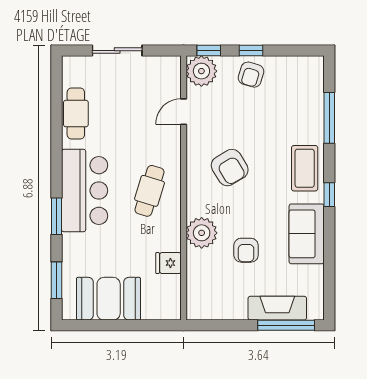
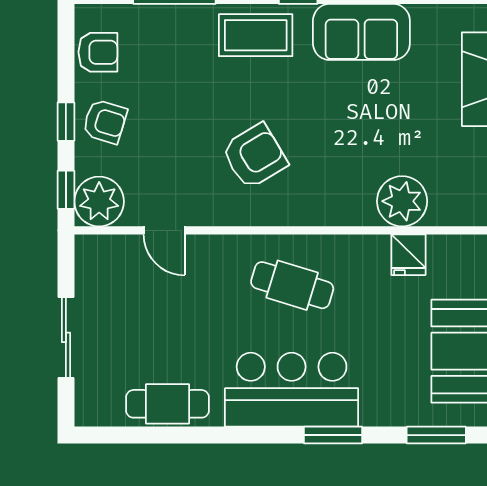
plant: (202, 233) -> (402, 201), moved
armchair: (246, 250) -> (98, 52), moved

